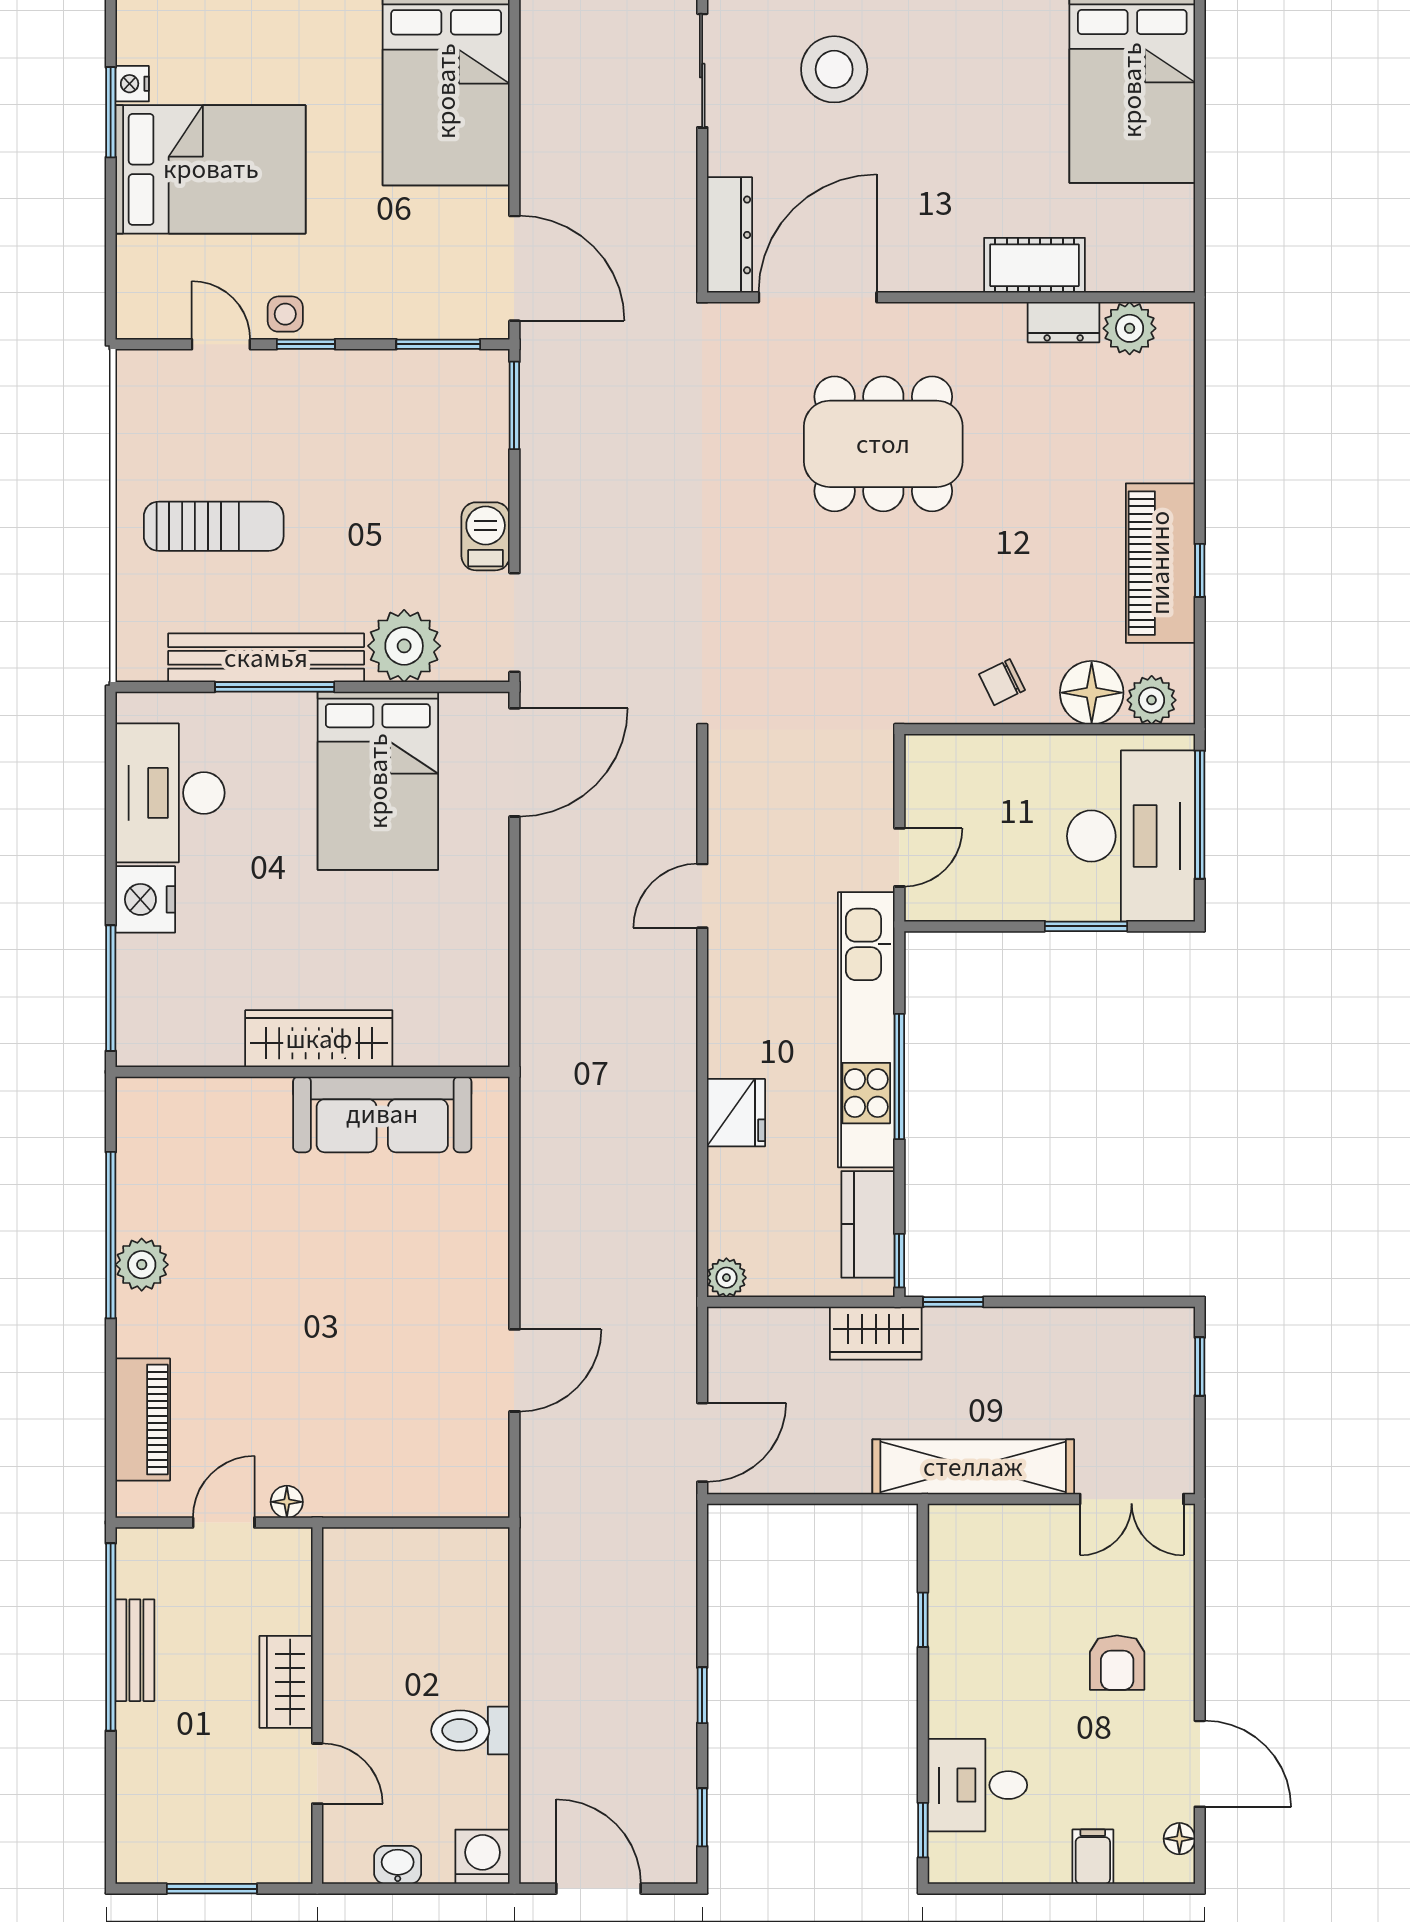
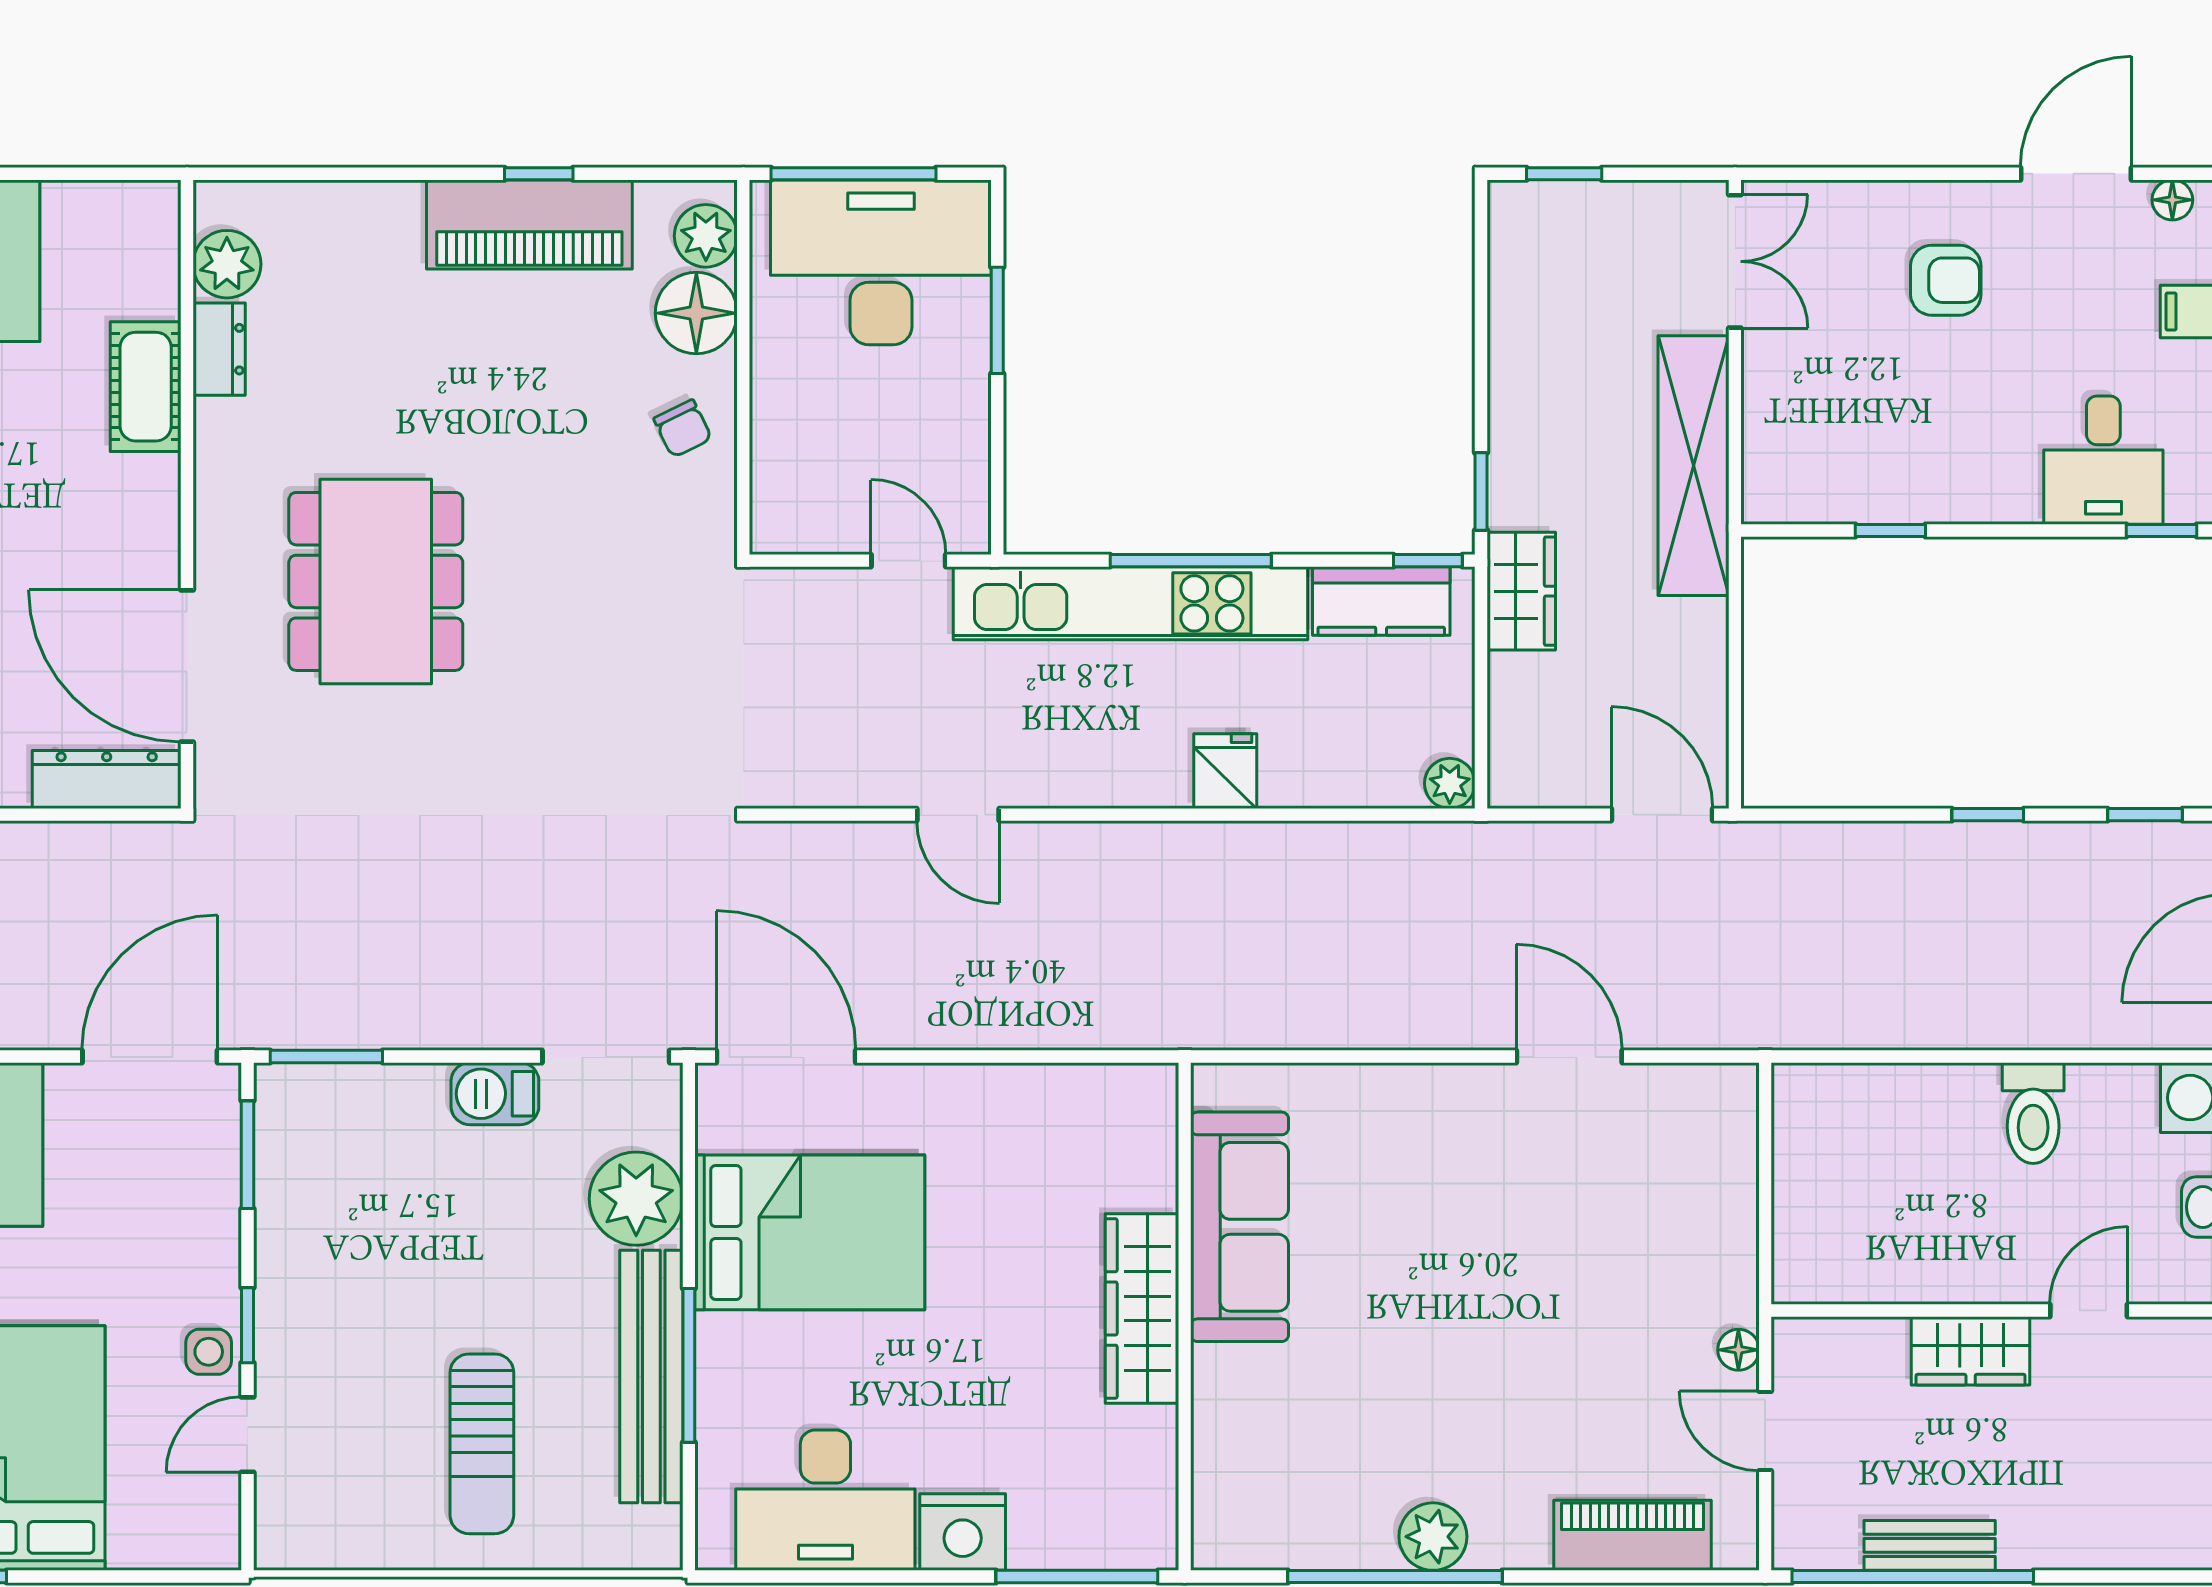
sun lounger: (214, 526) -> (482, 1444), turned 180
fridge: (736, 1113) -> (1225, 771), width x0.72

